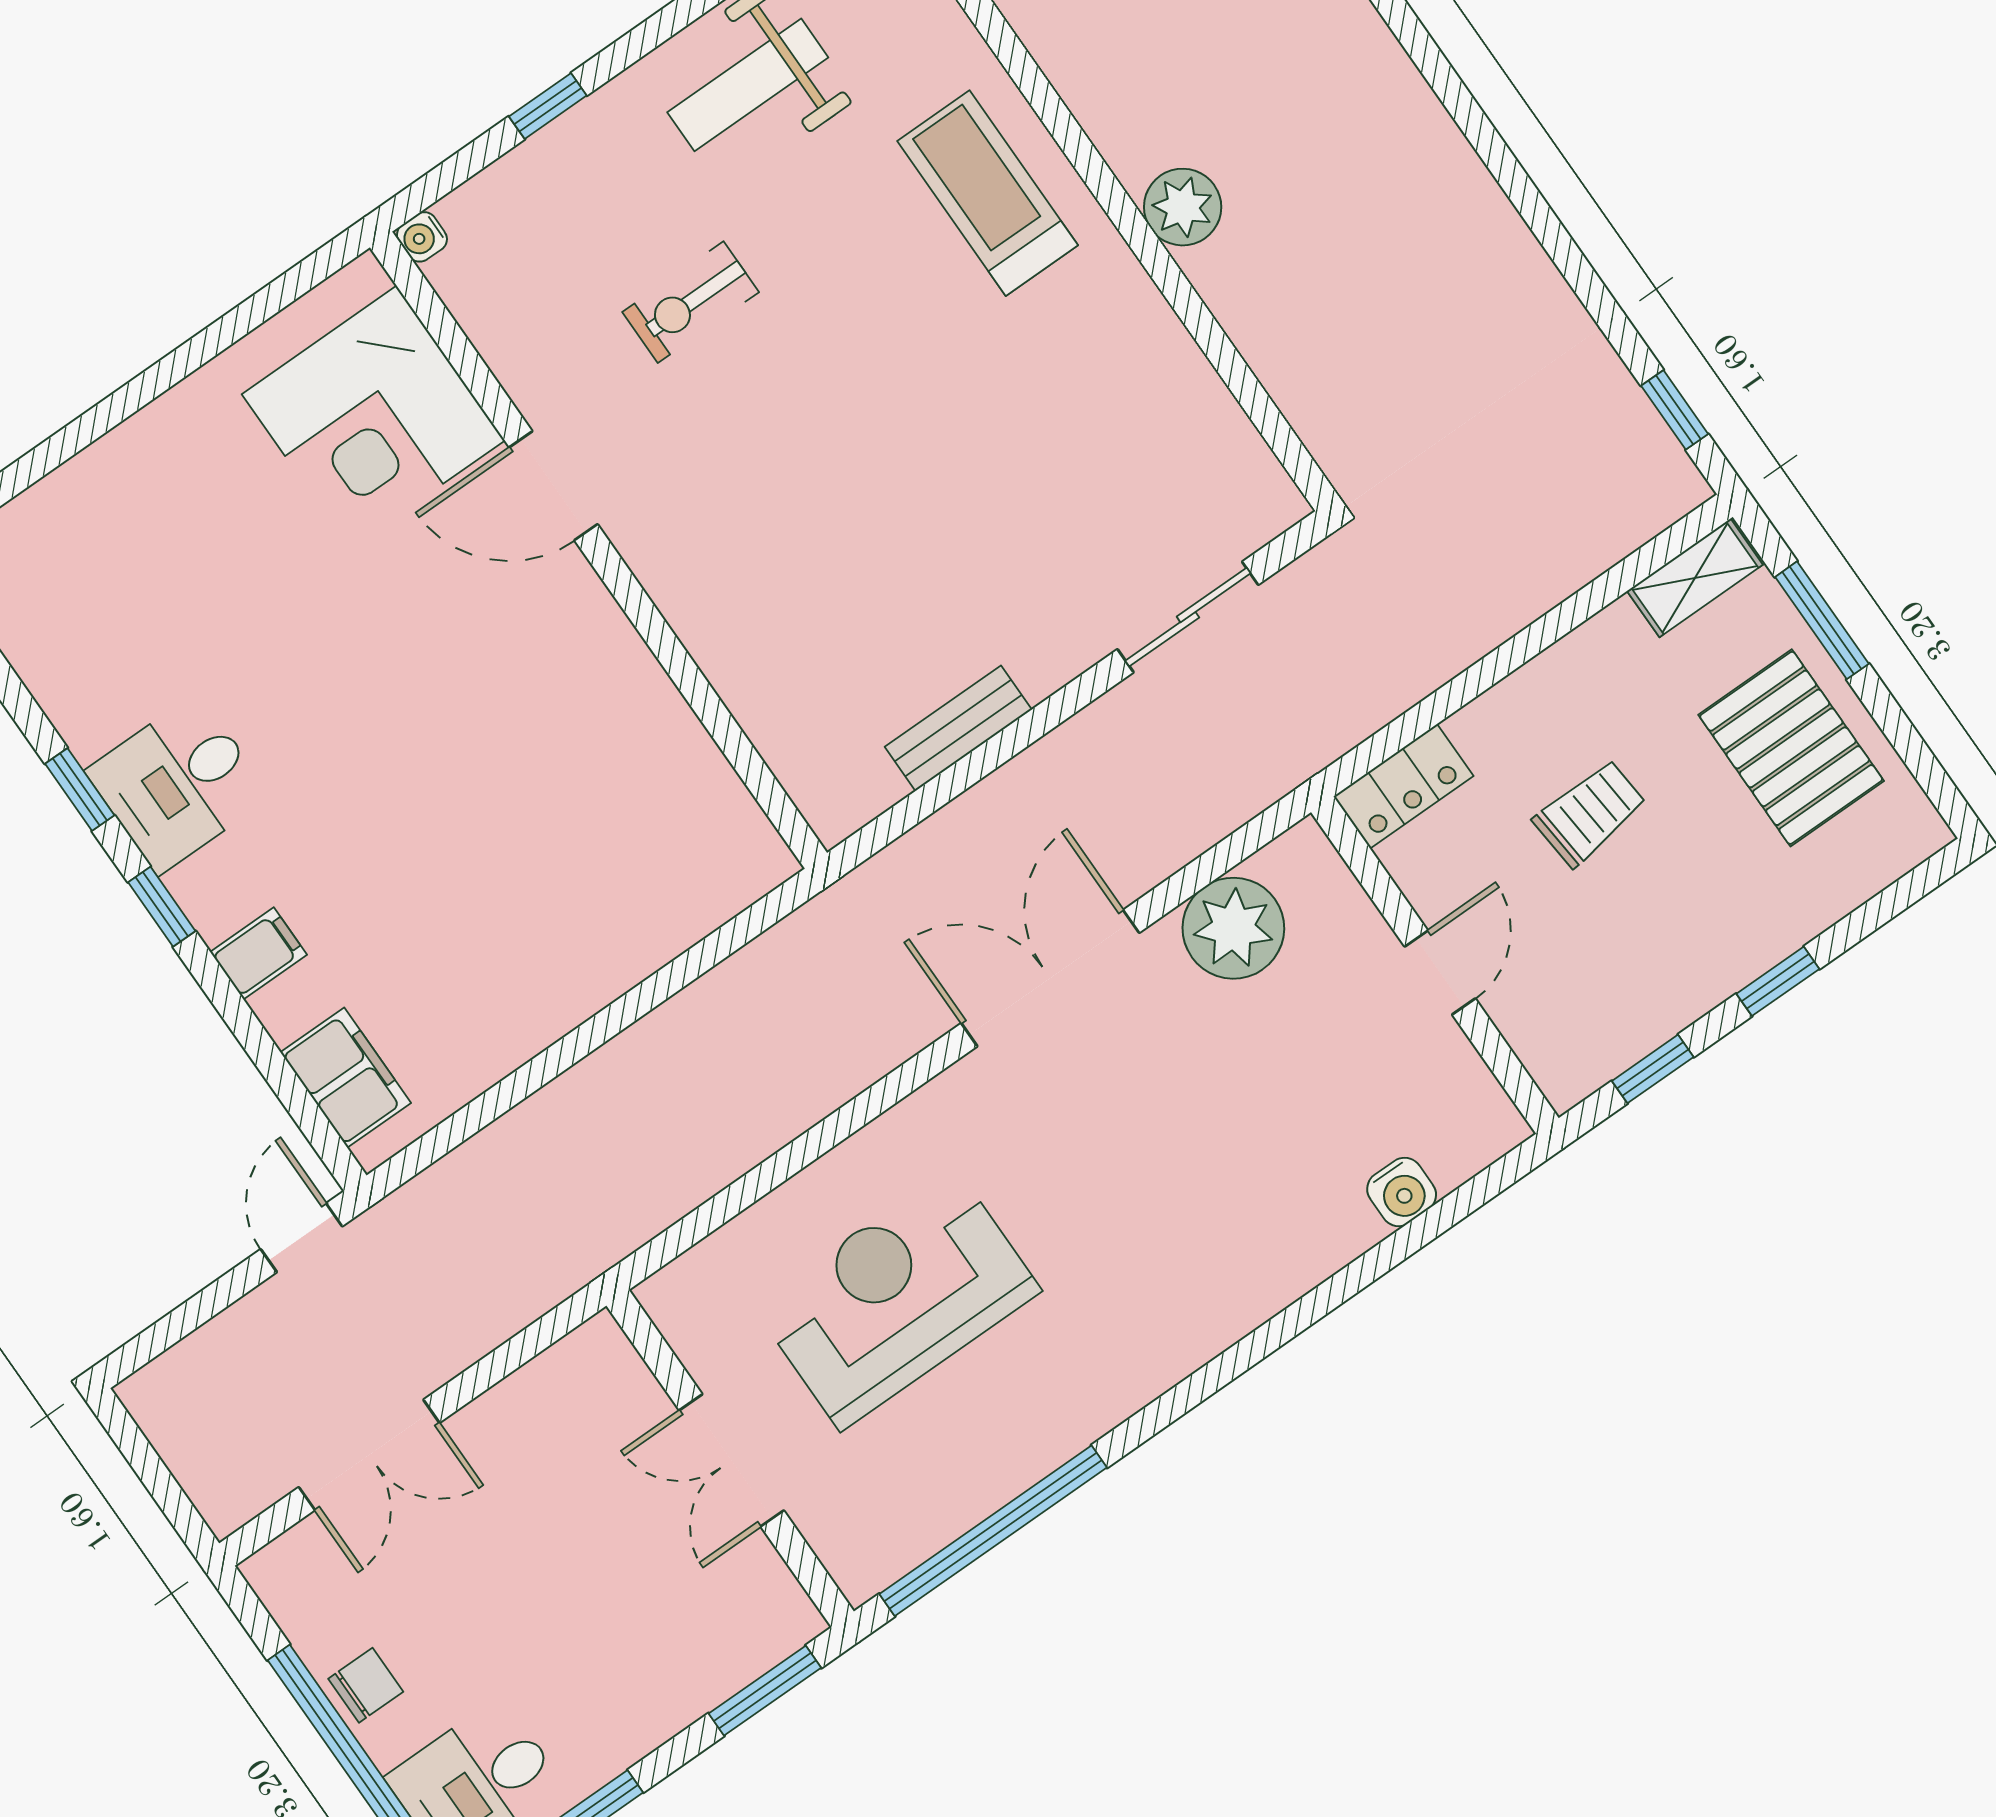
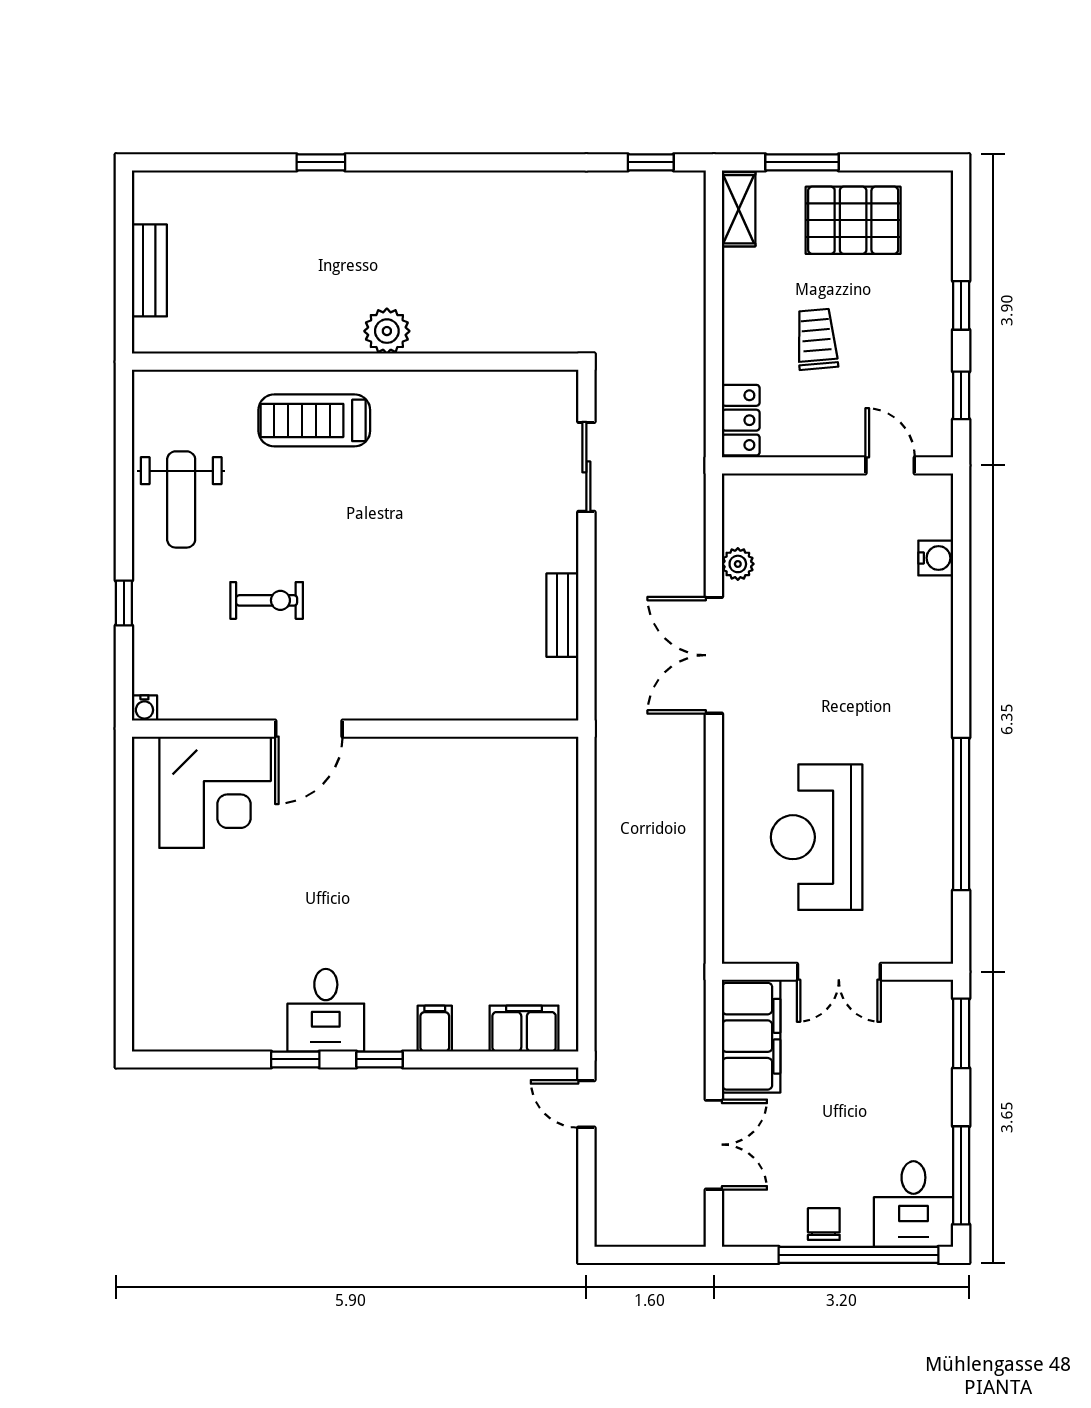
exercise bike: (691, 302) -> (267, 600), turned -90
plant: (1233, 928) -> (738, 564), width x0.53, depth x0.53
door: (1440, 972) -> (890, 465), moved
filing cabinet: (556, 1401) -> (751, 1036), added
window: (993, 1531) -> (961, 814), moved

